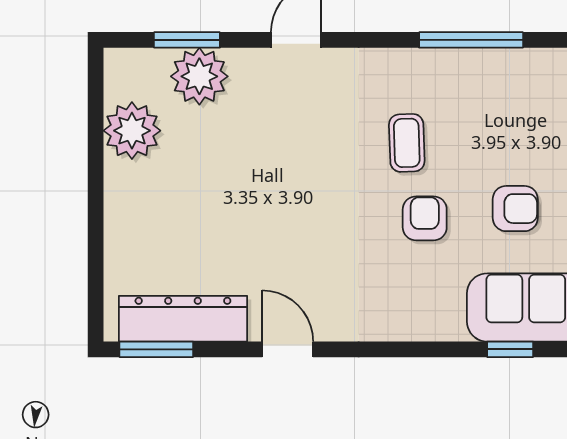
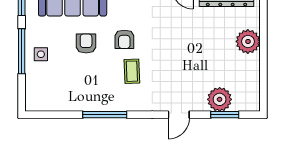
plant: (132, 131) -> (248, 41), moved
armchair: (515, 209) -> (86, 43), turned 90

